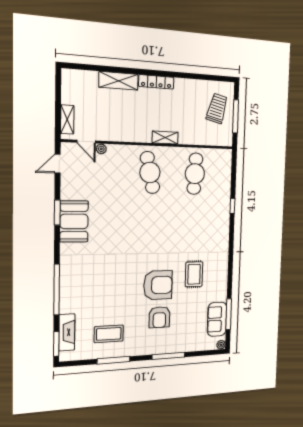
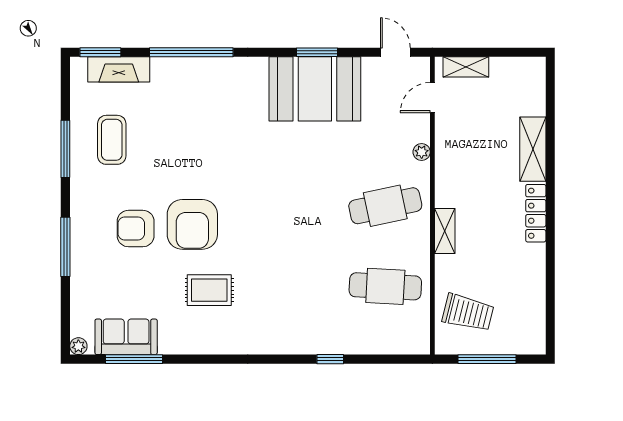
trolley: (217, 108) -> (468, 313), moved
plant: (101, 149) -> (422, 152), moved
booth: (74, 221) -> (315, 89), width x1.36, depth x1.42

